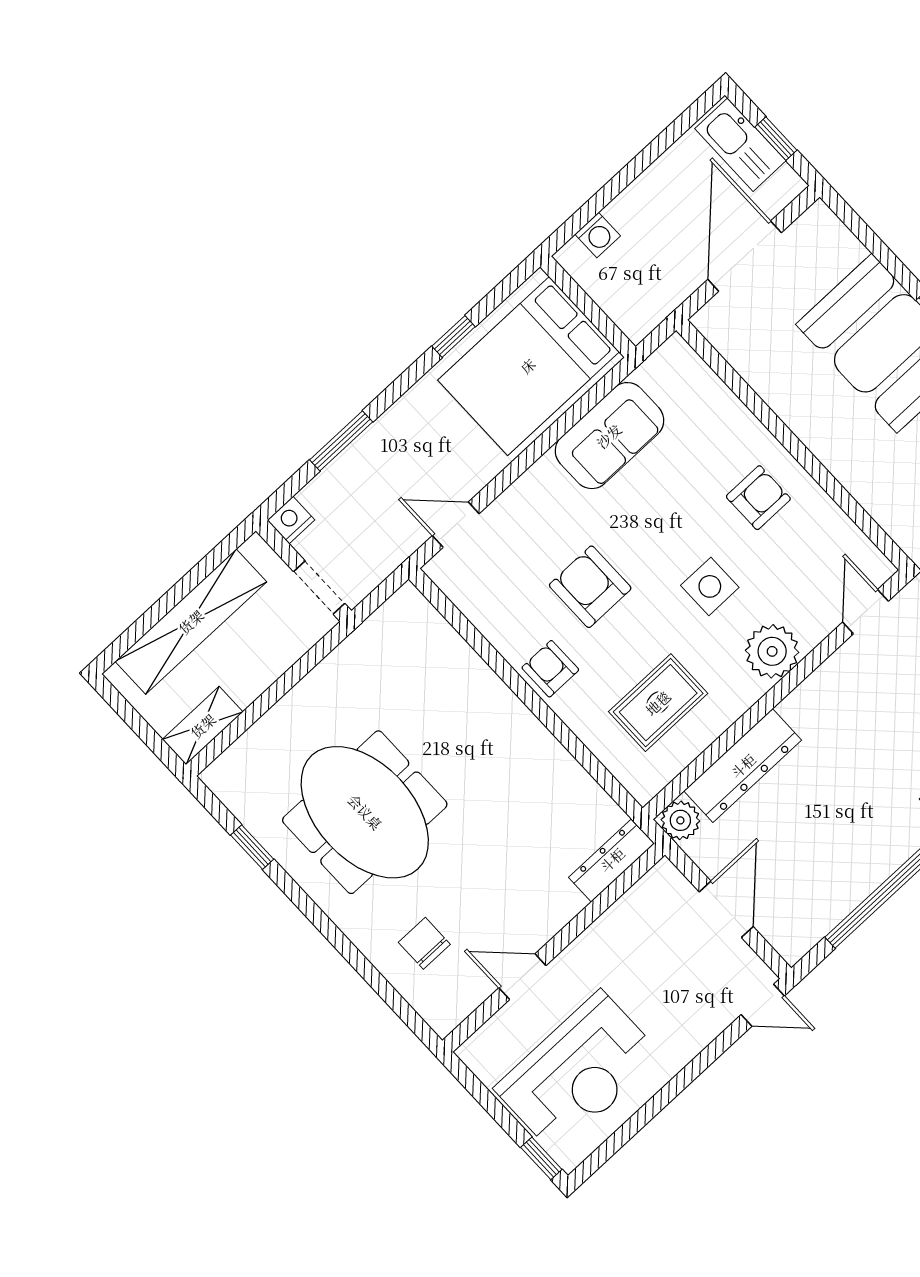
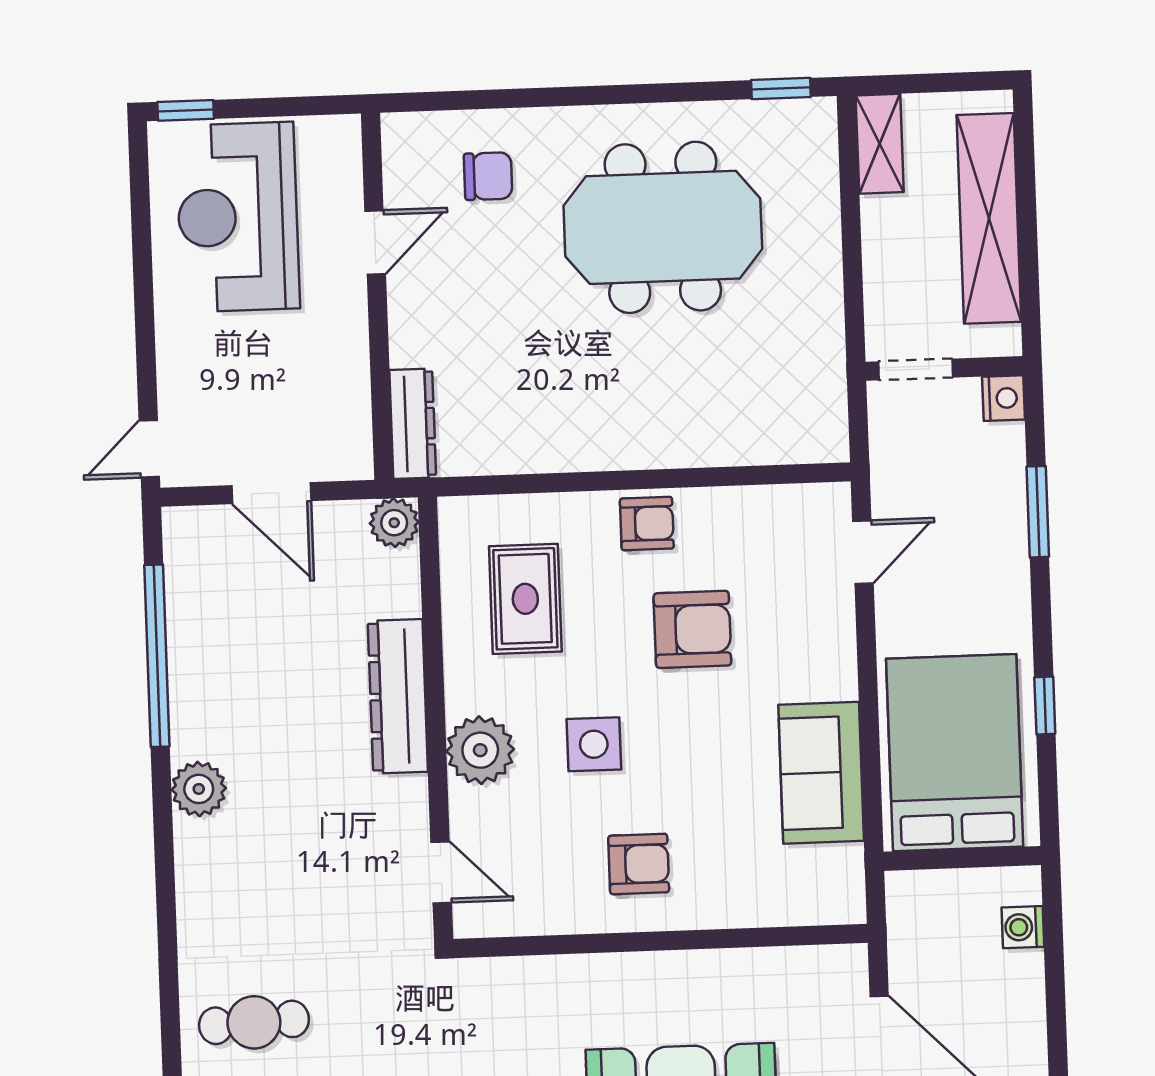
armchair: (758, 498) -> (639, 864), turned -90
dresser: (743, 766) -> (398, 696), moved
window: (252, 847) -> (781, 89), moved

